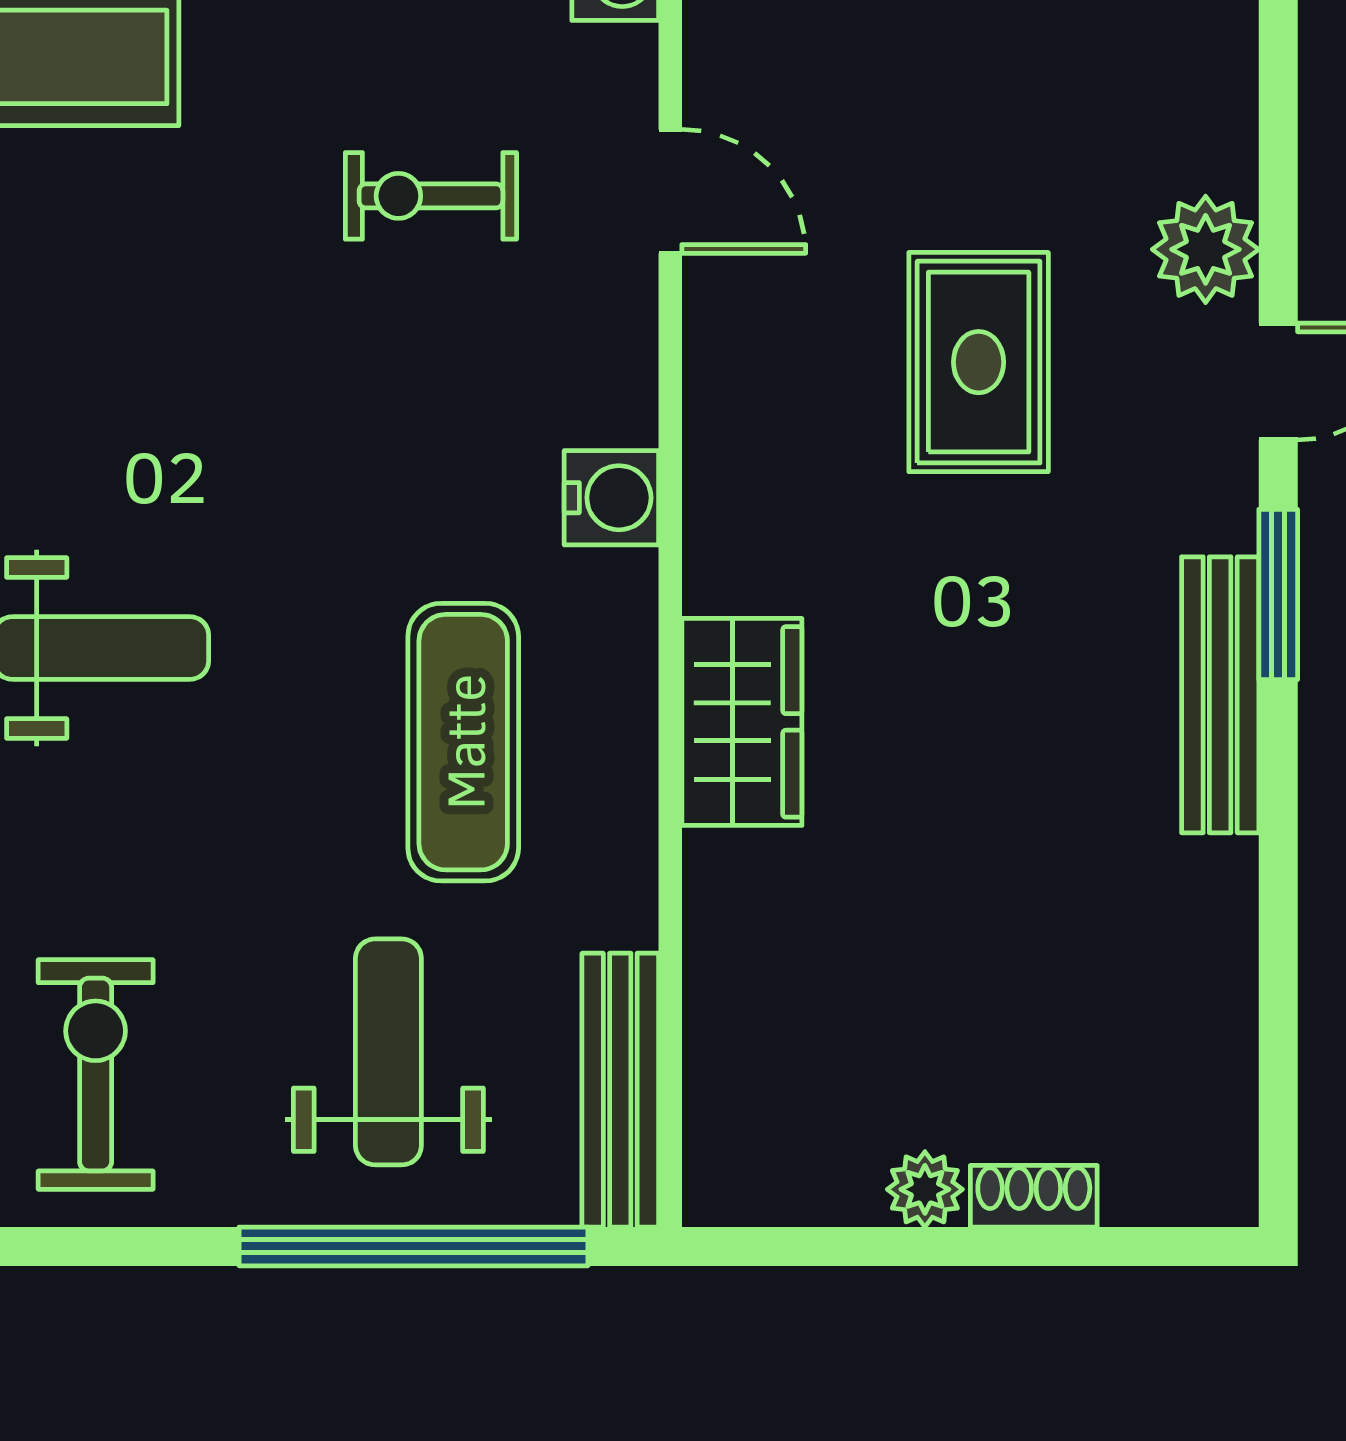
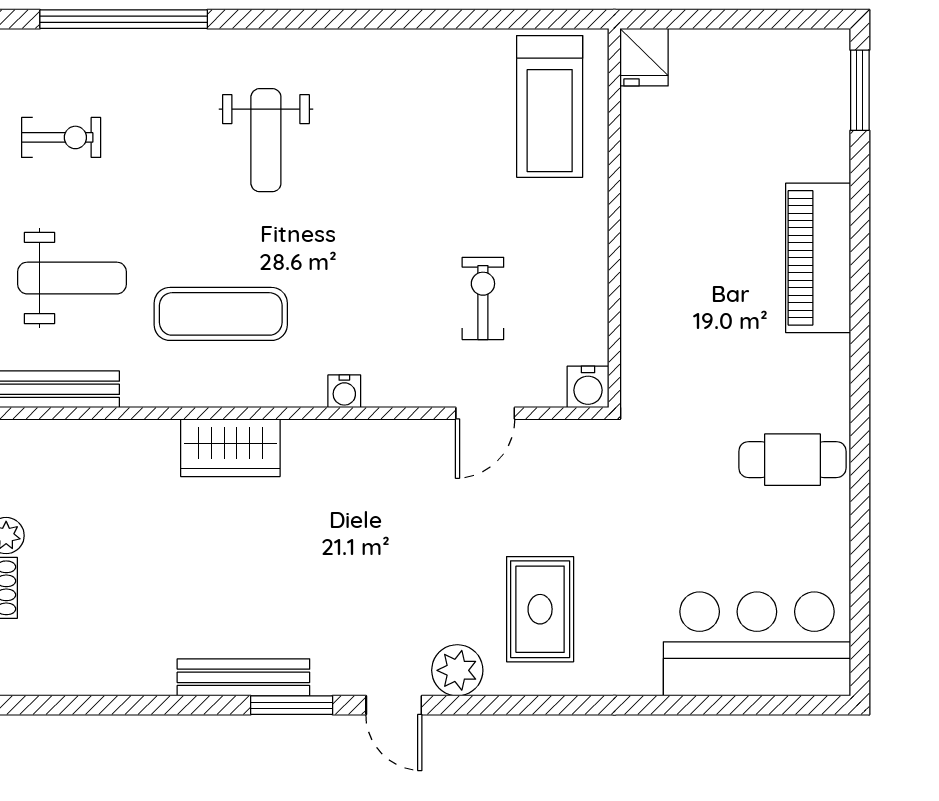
rug: (979, 362) -> (540, 609), moved, turned 90
water cooler: (611, 498) -> (344, 391), width x0.72, depth x0.72
exercise bike: (96, 1074) -> (61, 137), width x0.73, depth x0.72

